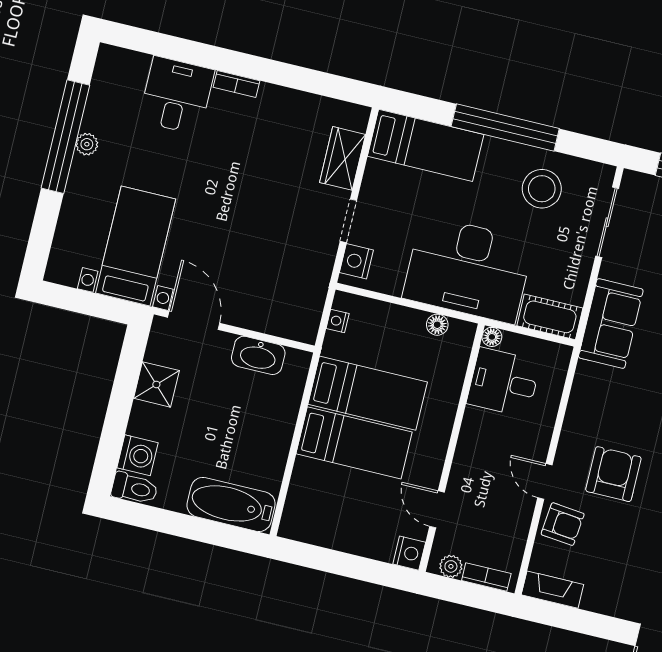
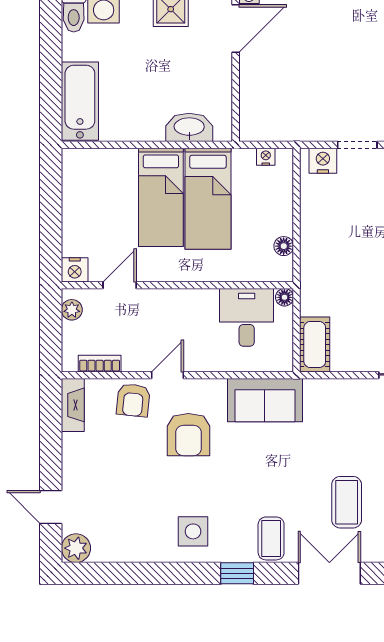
desk: (468, 269) -> (340, 262), removed
sofa: (611, 324) -> (265, 400), moved
washbasin: (258, 355) -> (189, 127), moved, turned 90
armchair: (613, 474) -> (188, 435), turned 90
bookcase: (486, 577) -> (100, 364), moved, turned -90

